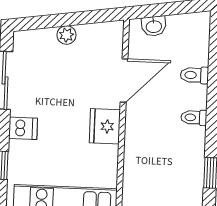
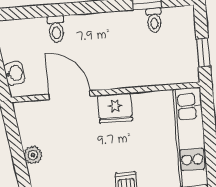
toilet: (194, 118) -> (154, 20), moved

